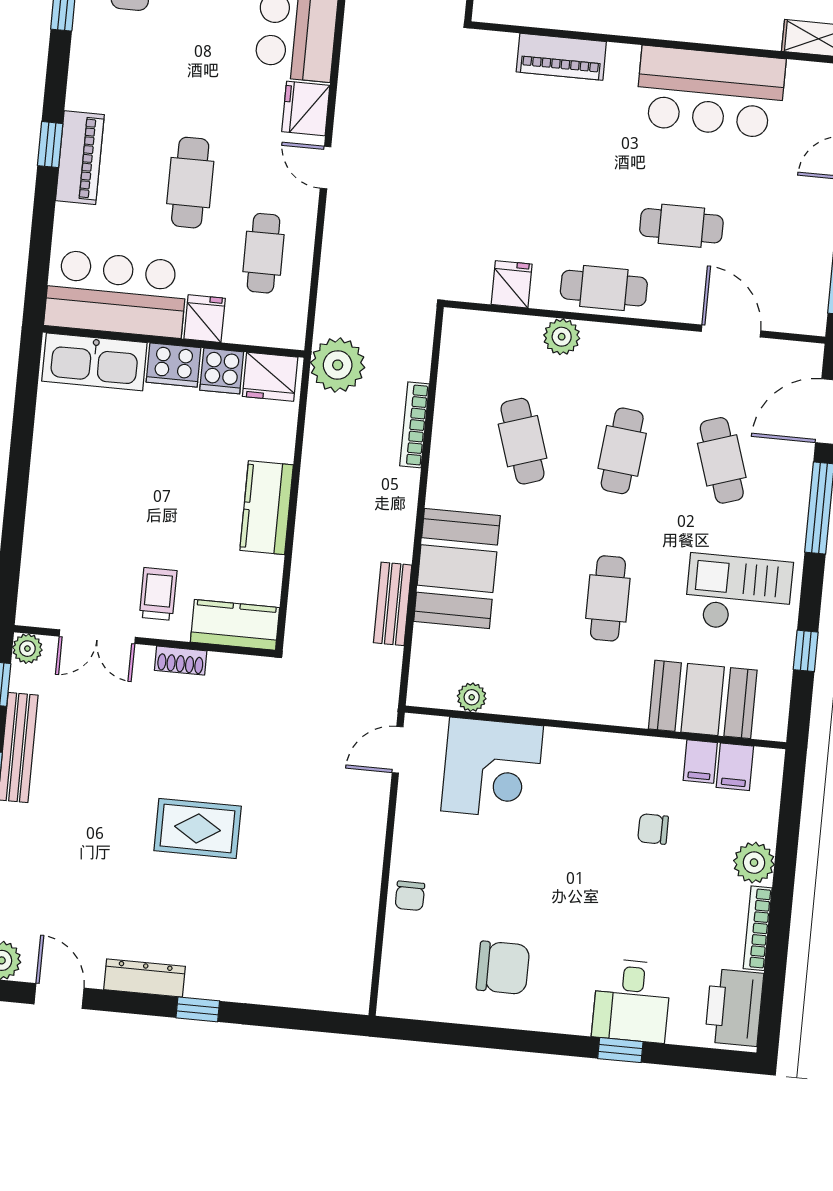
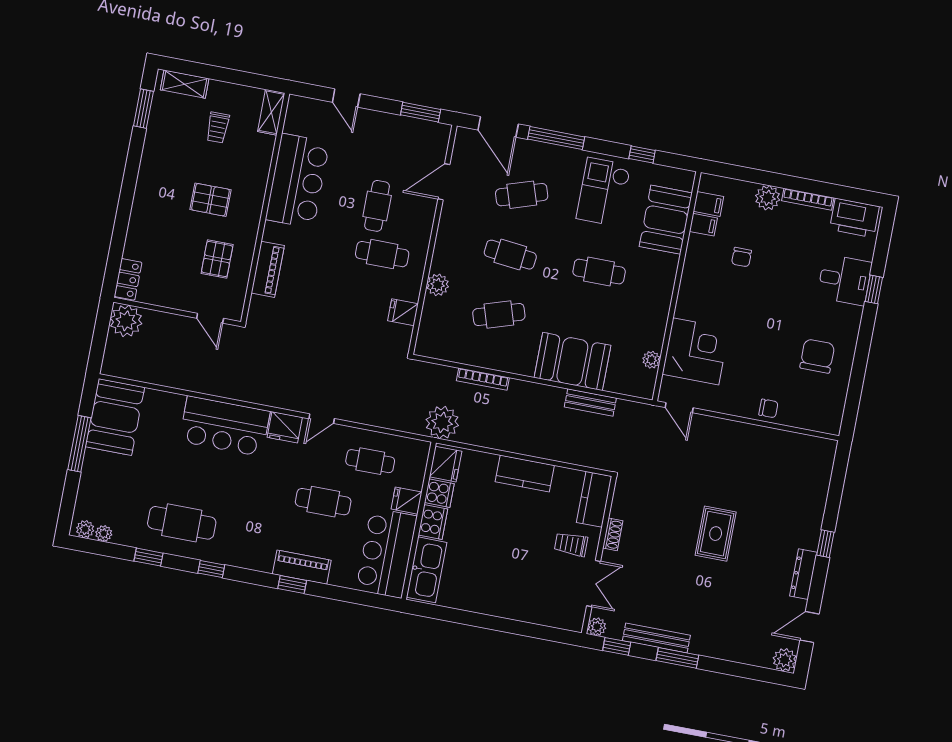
cafe table: (604, 288) -> (382, 254), moved, turned 90

